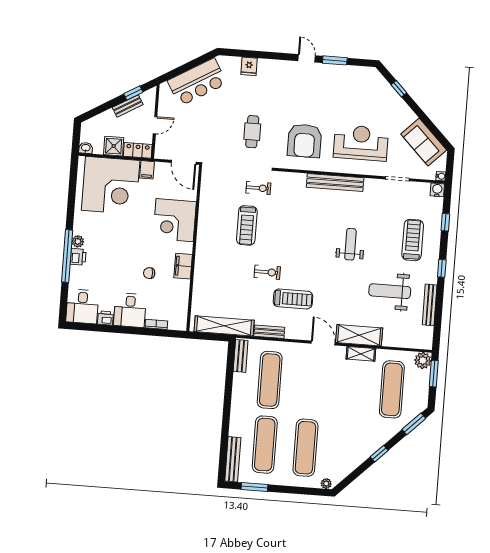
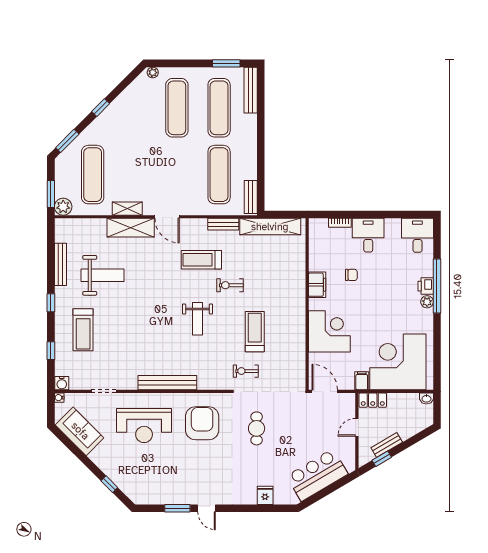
shower: (114, 146) -> (398, 403), removed
weight bench: (350, 244) -> (198, 319), moved
printer: (105, 318) -> (393, 225), removed

